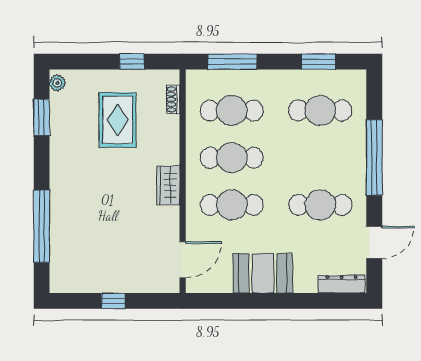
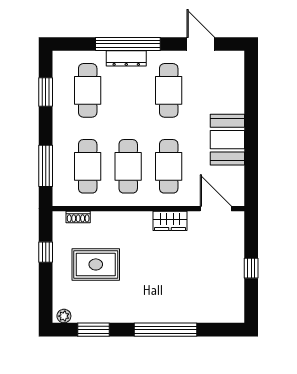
wardrobe: (168, 185) -> (170, 221), moved
window: (42, 226) -> (166, 330), moved
dresser: (341, 284) -> (126, 58), moved, turned -90

